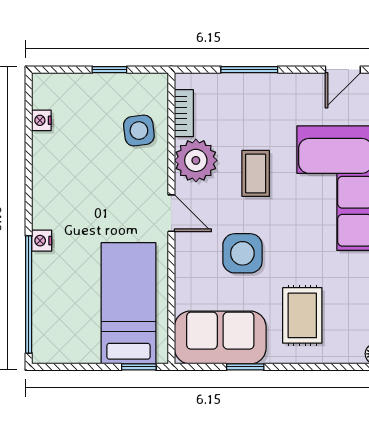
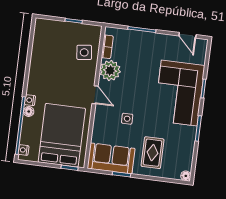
door: (343, 70) -> (187, 35), hinge flipped
nightstand: (41, 120) -> (24, 150), moved
coffee table: (256, 173) -> (138, 81), removed
side table: (242, 253) -> (127, 119), width x0.54, depth x0.54
floor lamp: (42, 264) -> (29, 111), added
bed: (128, 303) -> (62, 135), width x1.50

